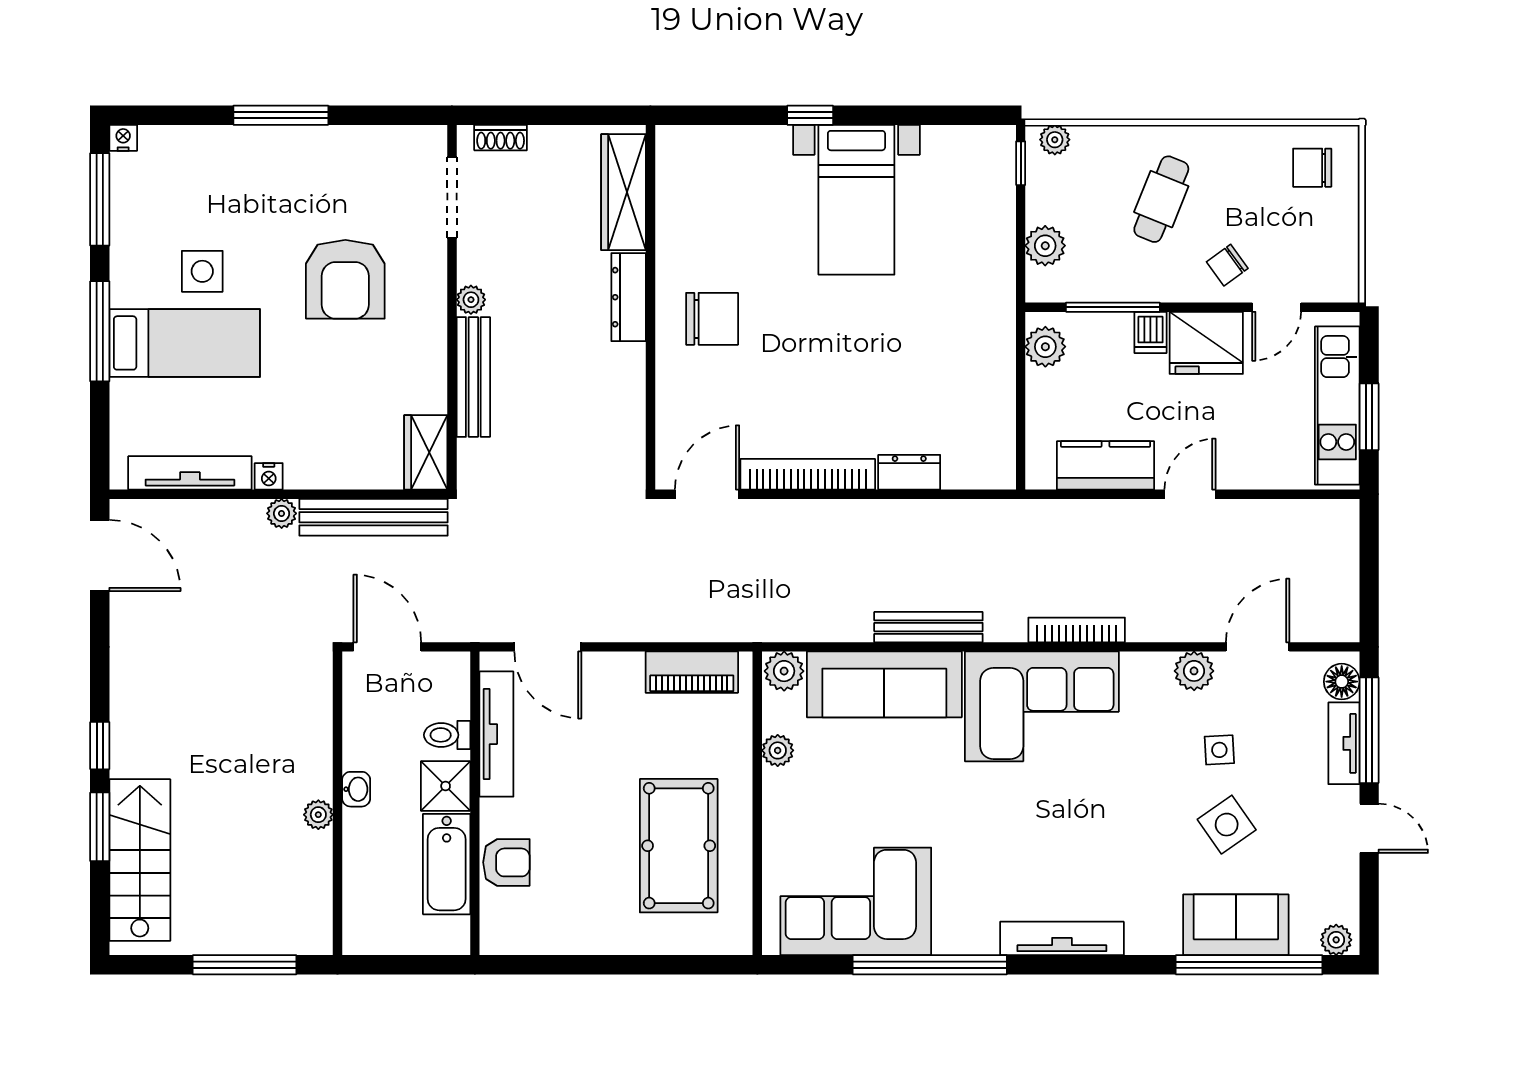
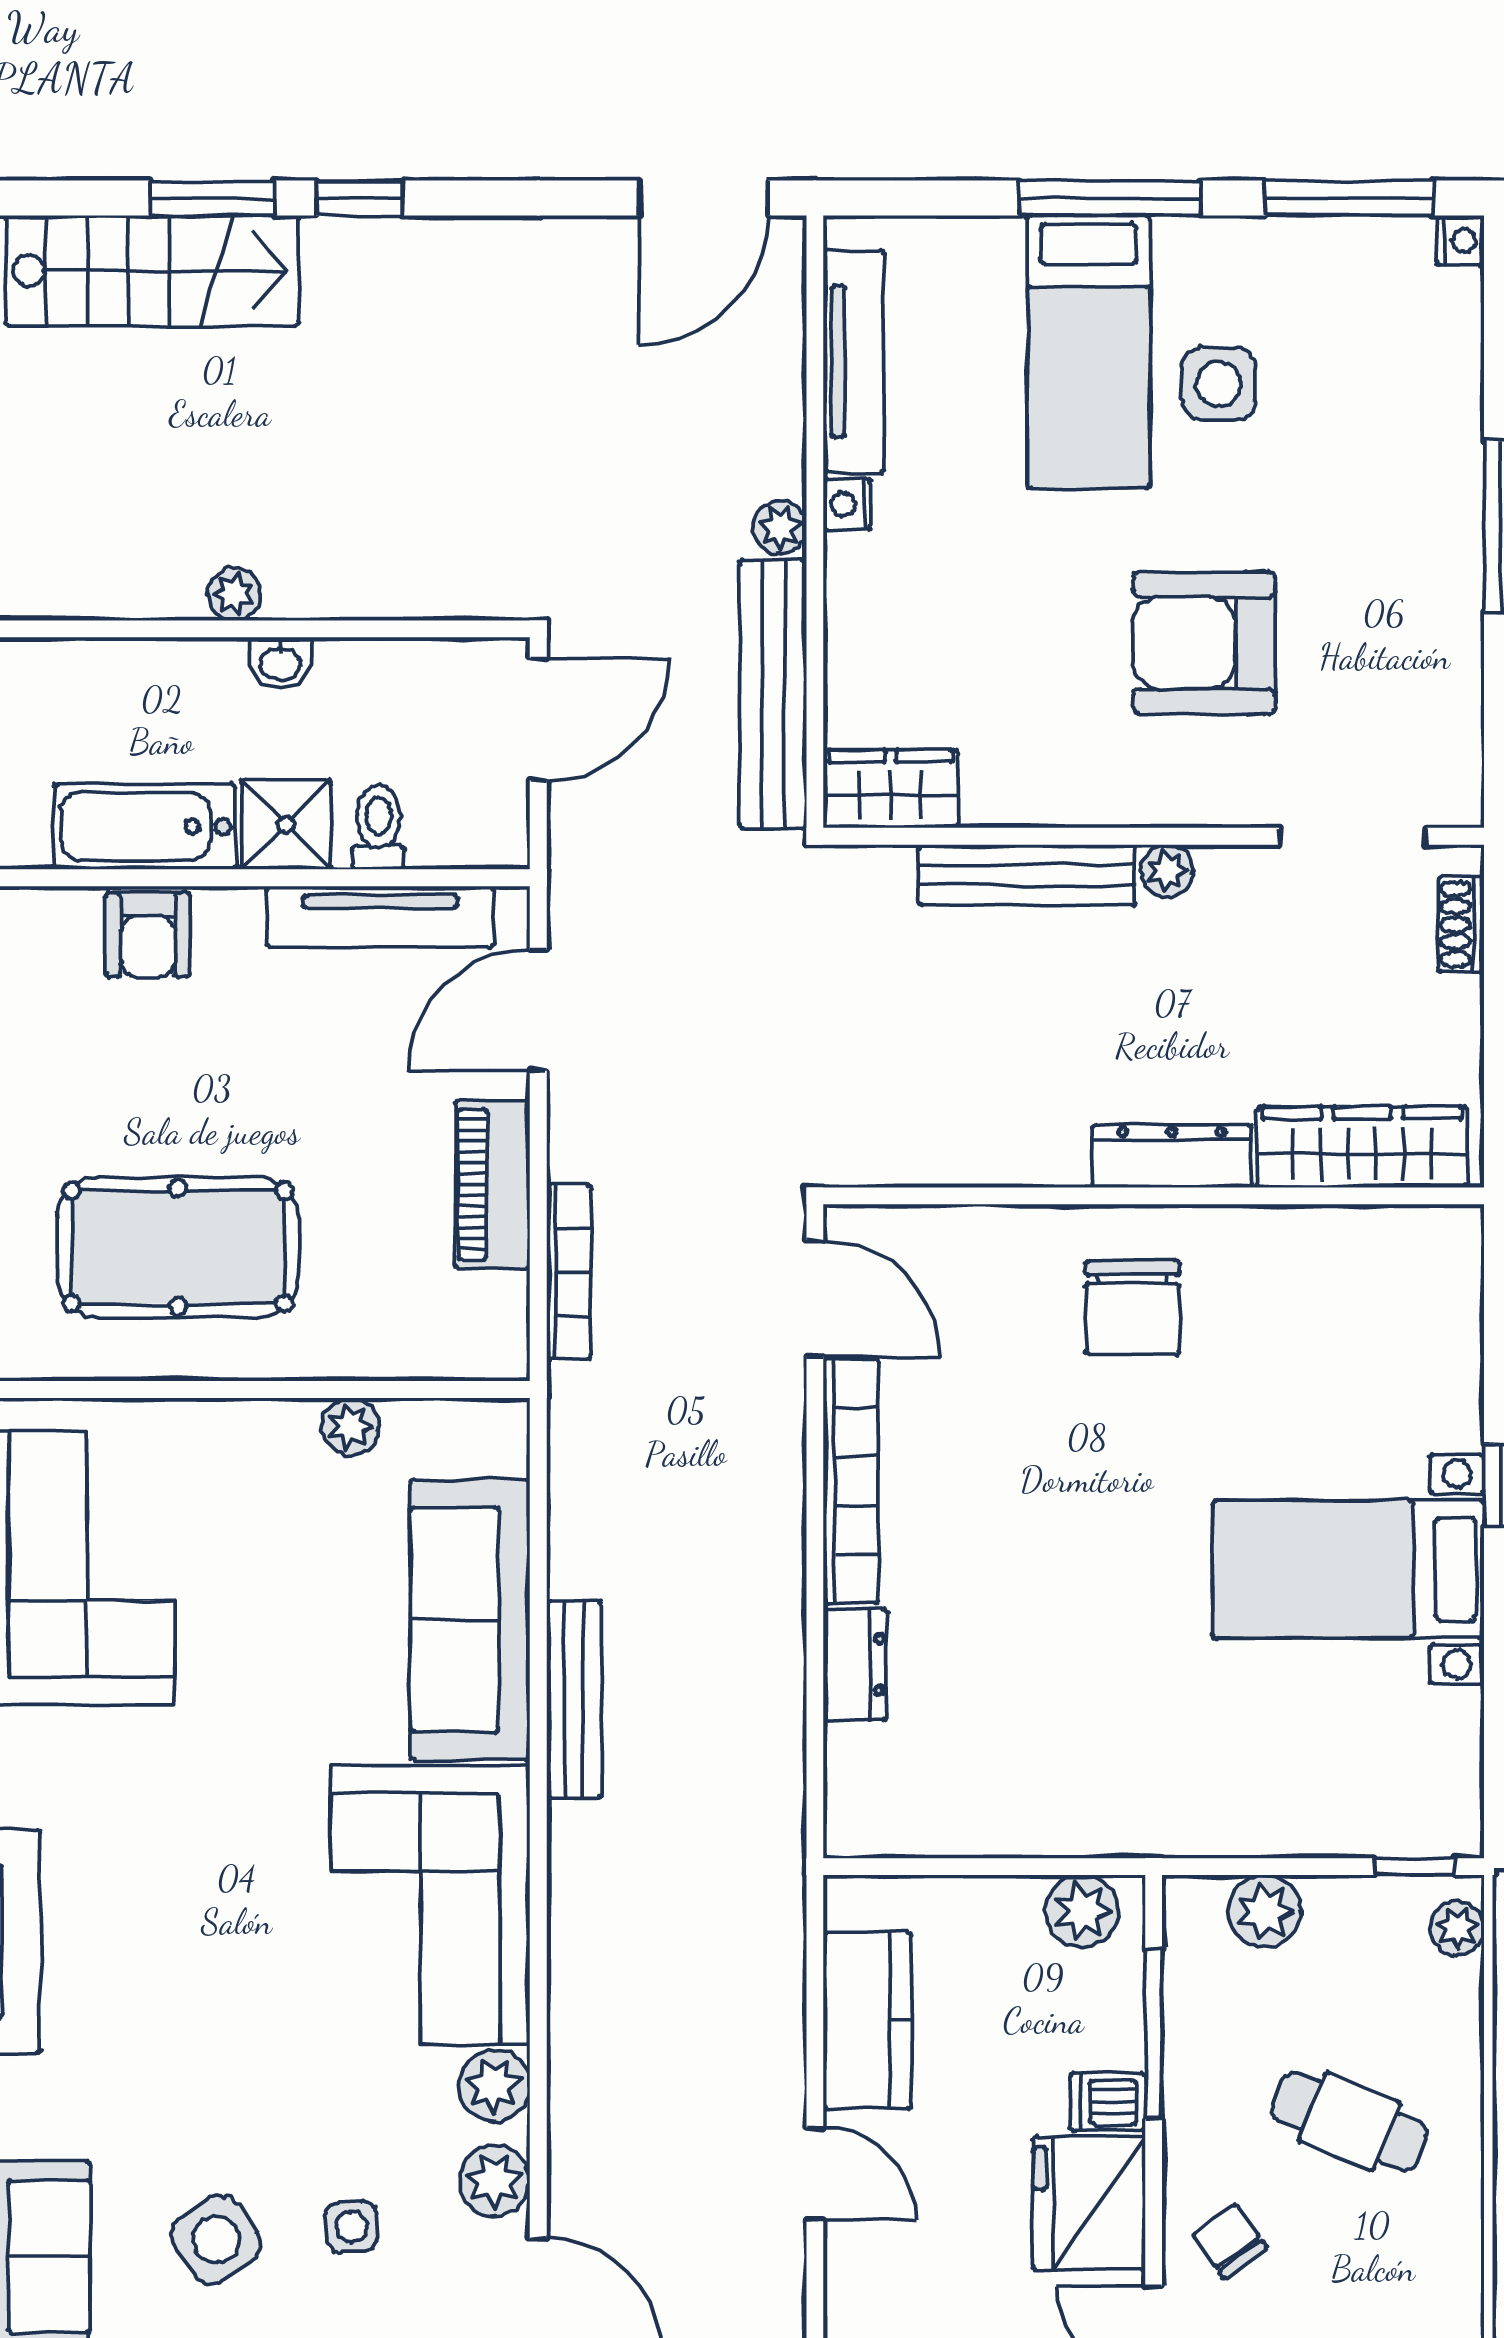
bookcase: (1077, 630) -> (569, 1272), moved
plant: (784, 671) -> (494, 2086), moved
piano: (692, 672) -> (492, 1185), moved

